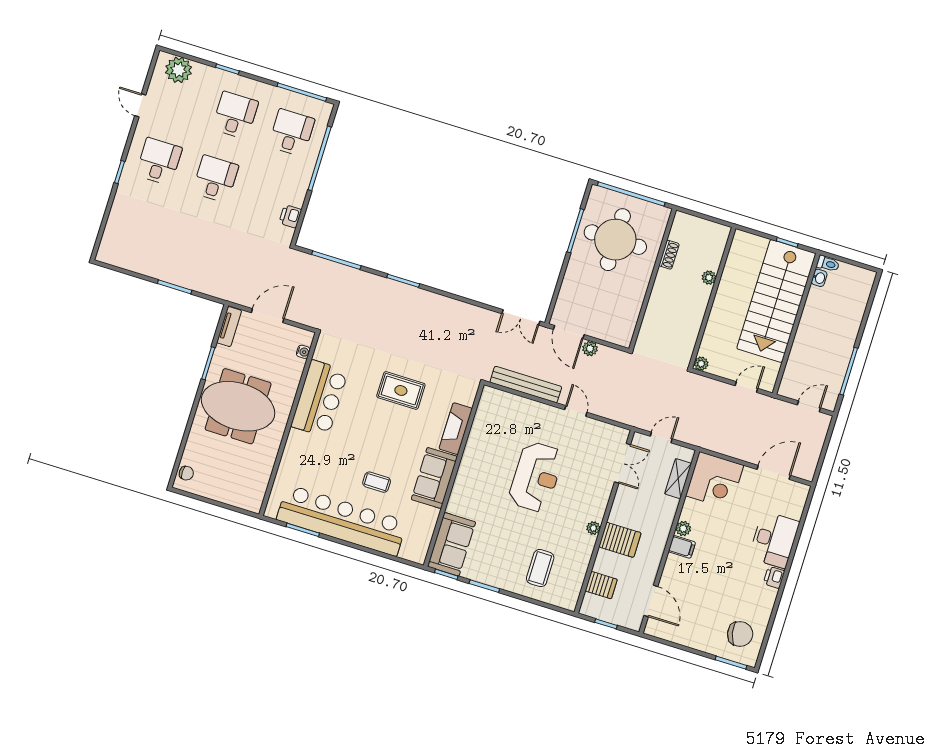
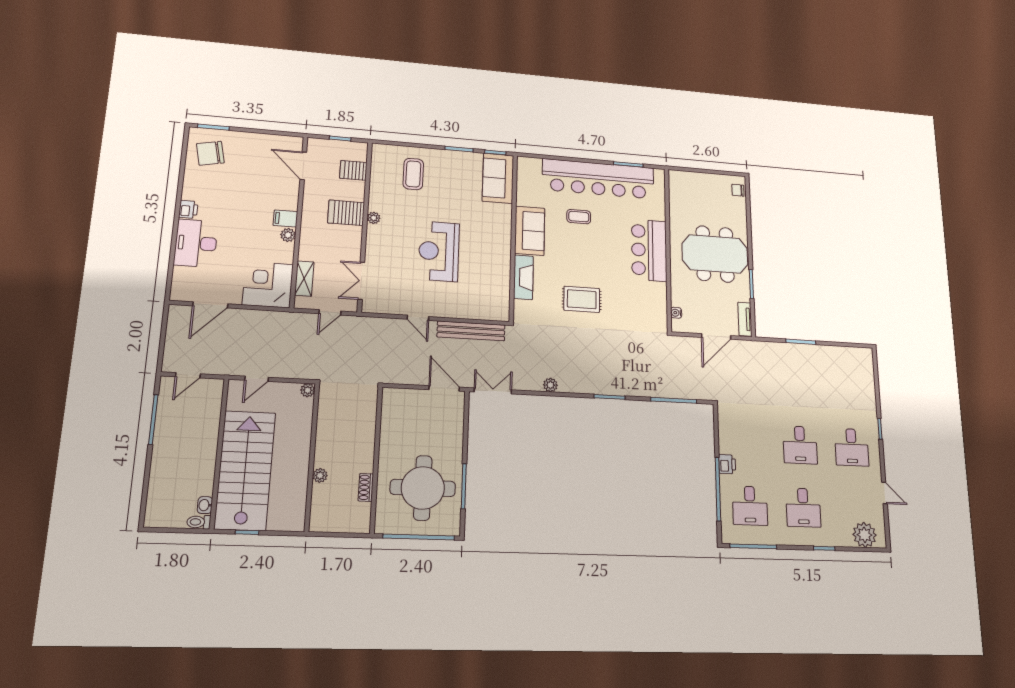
printer: (290, 216) -> (727, 464), moved
plant: (590, 349) -> (550, 385), moved
bar counter: (320, 399) -> (649, 250), moved

